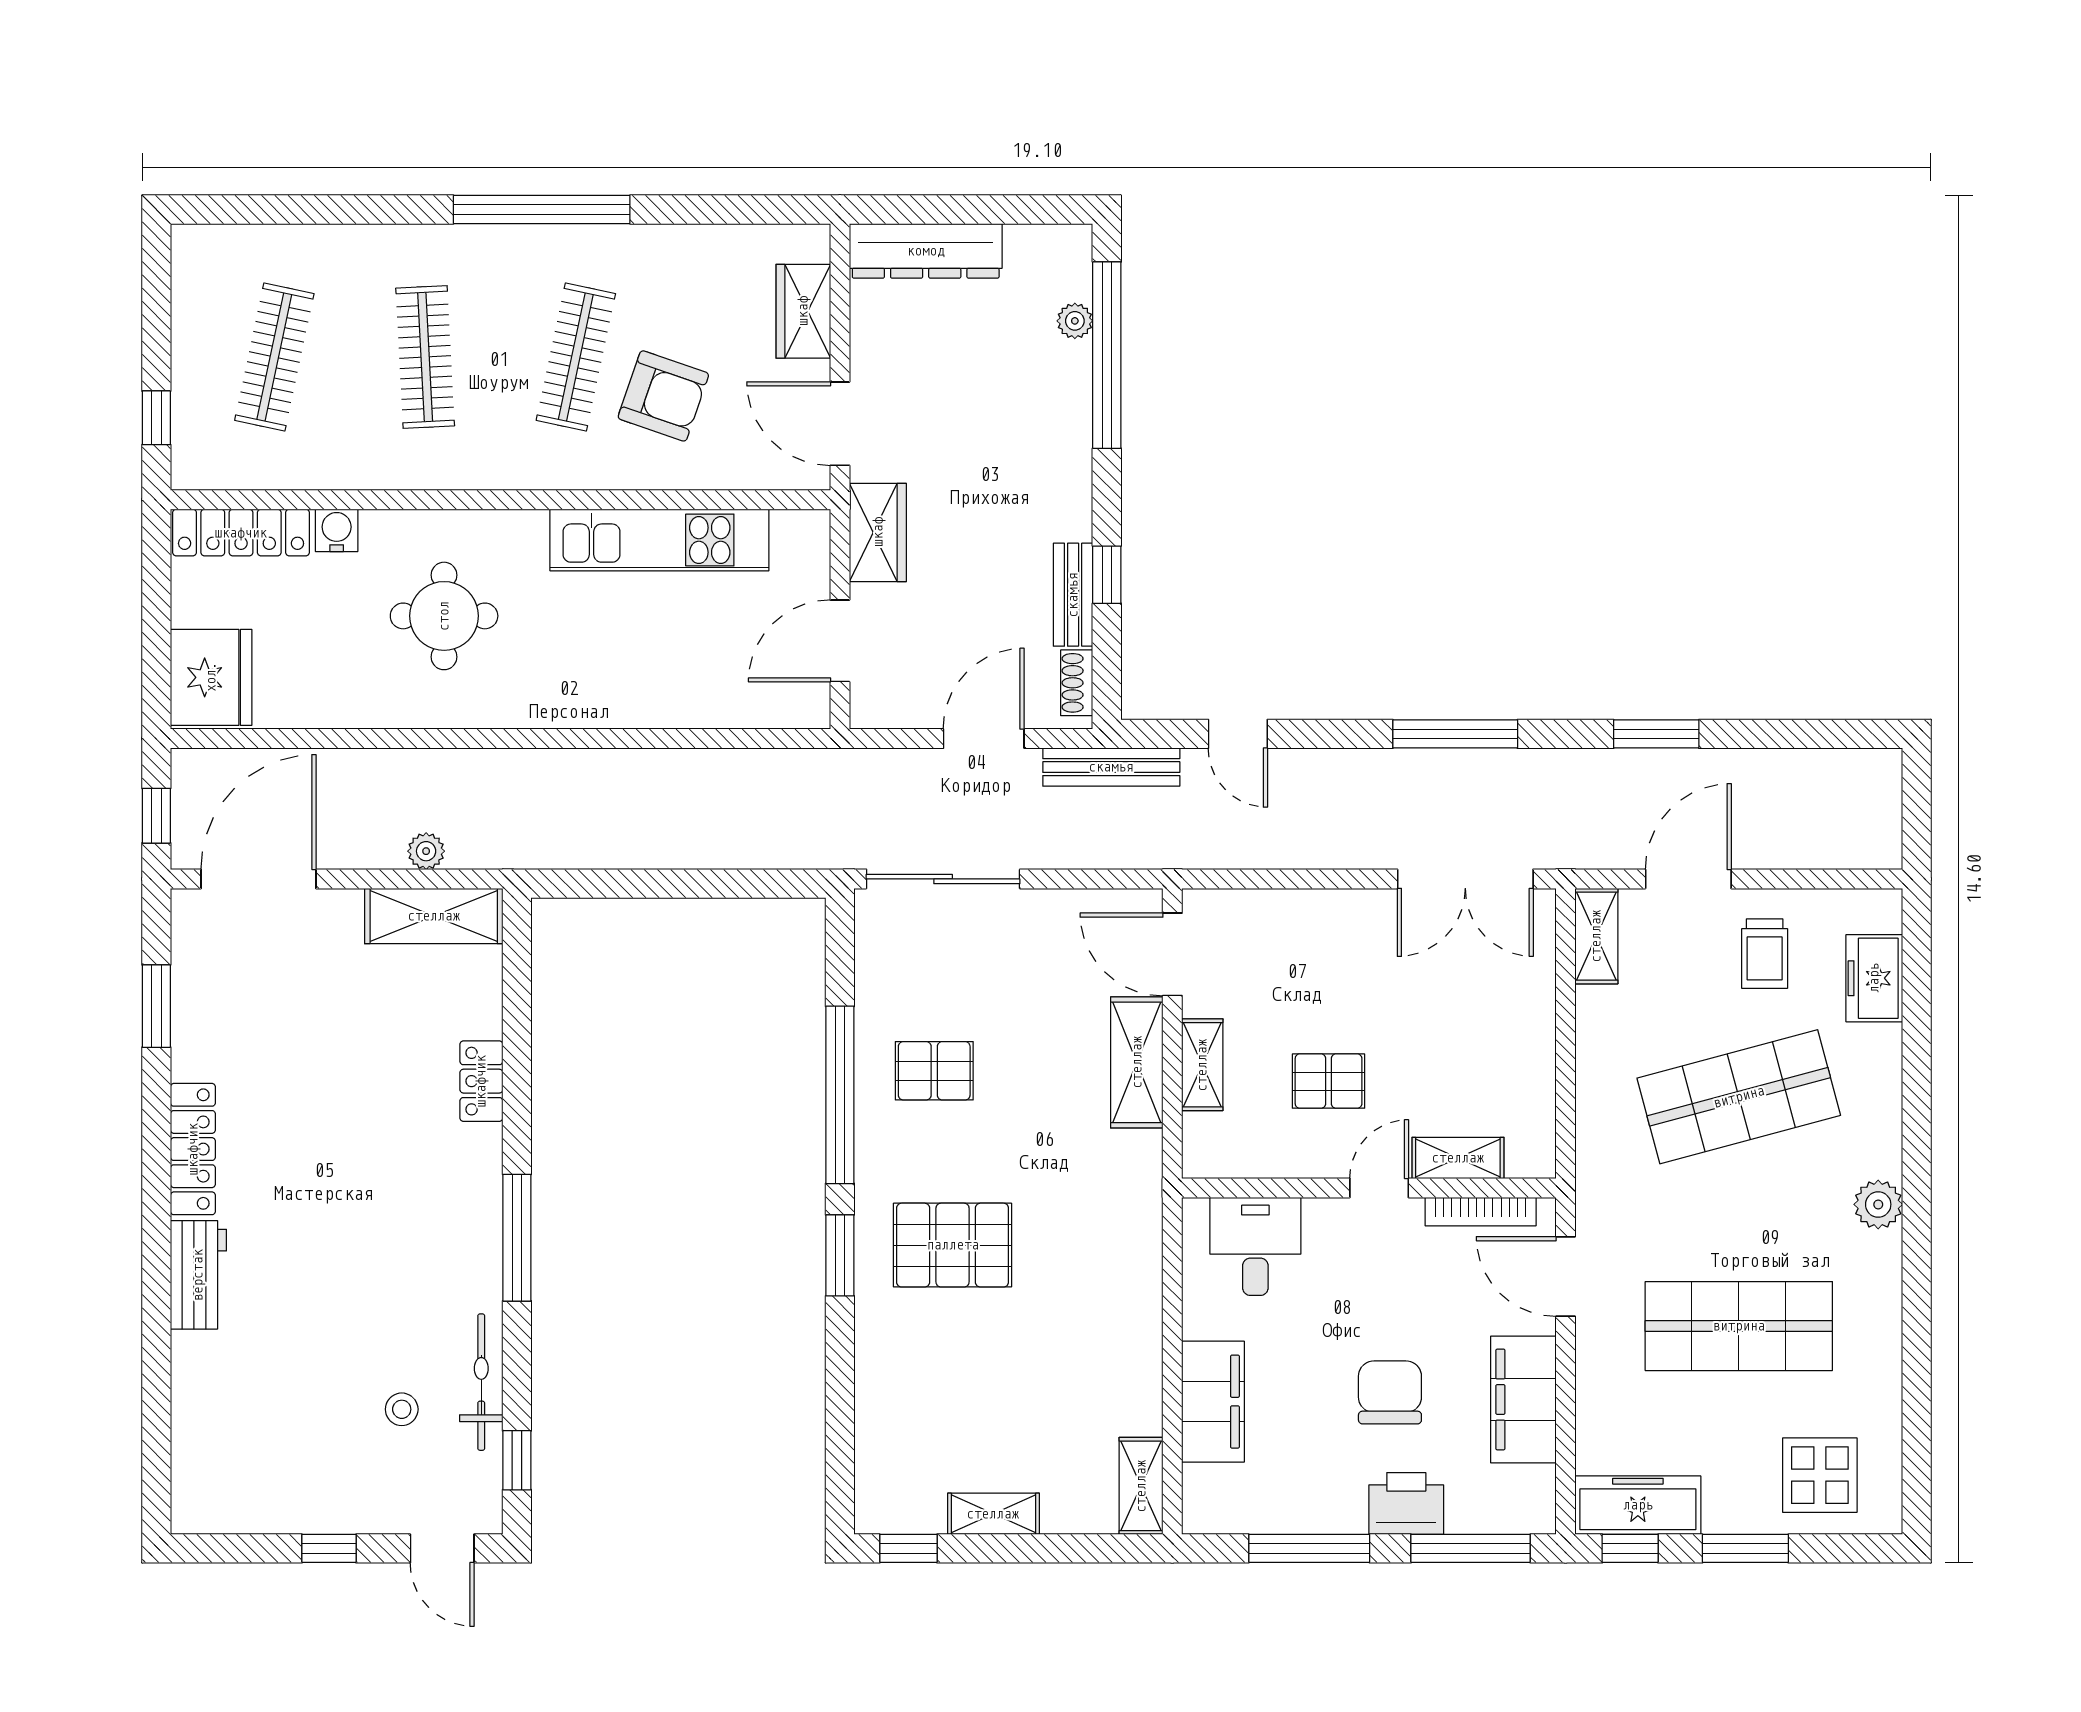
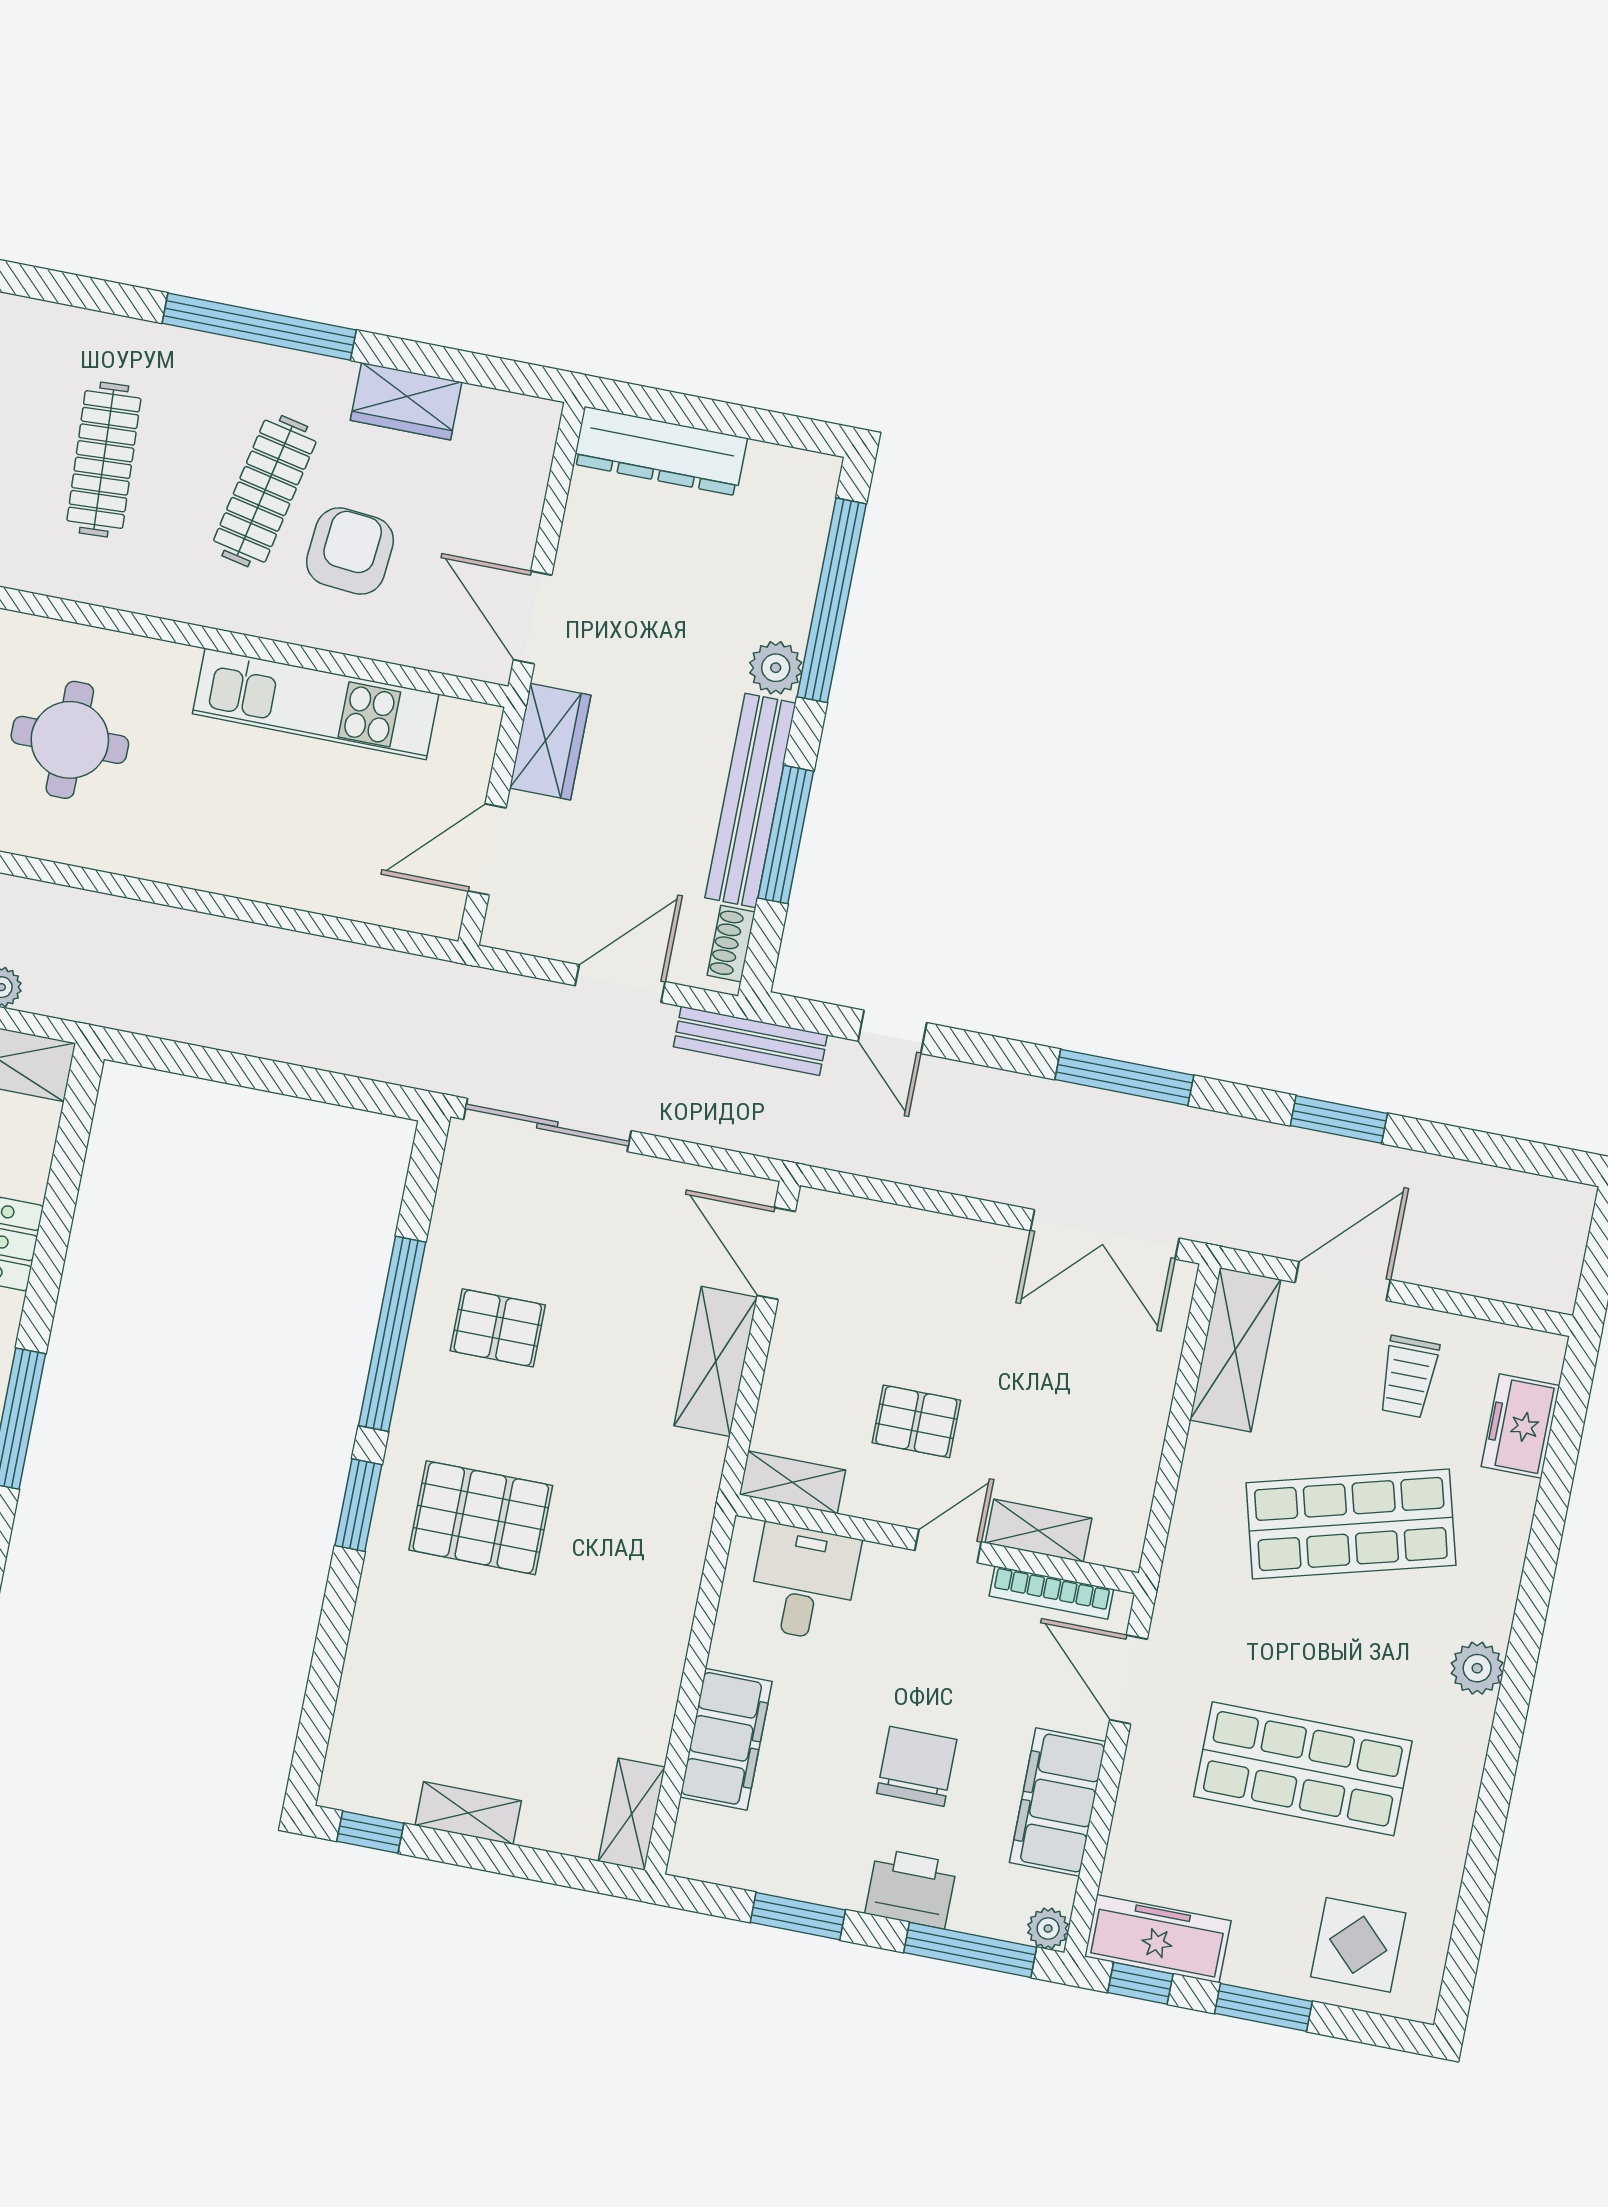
wardrobe: (803, 311) -> (406, 401), moved, turned -90
plant: (1075, 321) -> (776, 668), moved, width x1.38, depth x1.38
armchair: (663, 396) -> (350, 551), turned -104
window: (1107, 575) -> (786, 835), width x2.17
bench: (1073, 595) -> (750, 800), width x1.86, depth x1.21
shelving: (1596, 936) -> (1235, 1350), width x1.50, depth x1.33
shelving: (1202, 1065) -> (792, 1482), moved, turned 90
plant: (1537, 1515) -> (1048, 1928), added
window: (1309, 1548) -> (798, 1916), width x0.69

